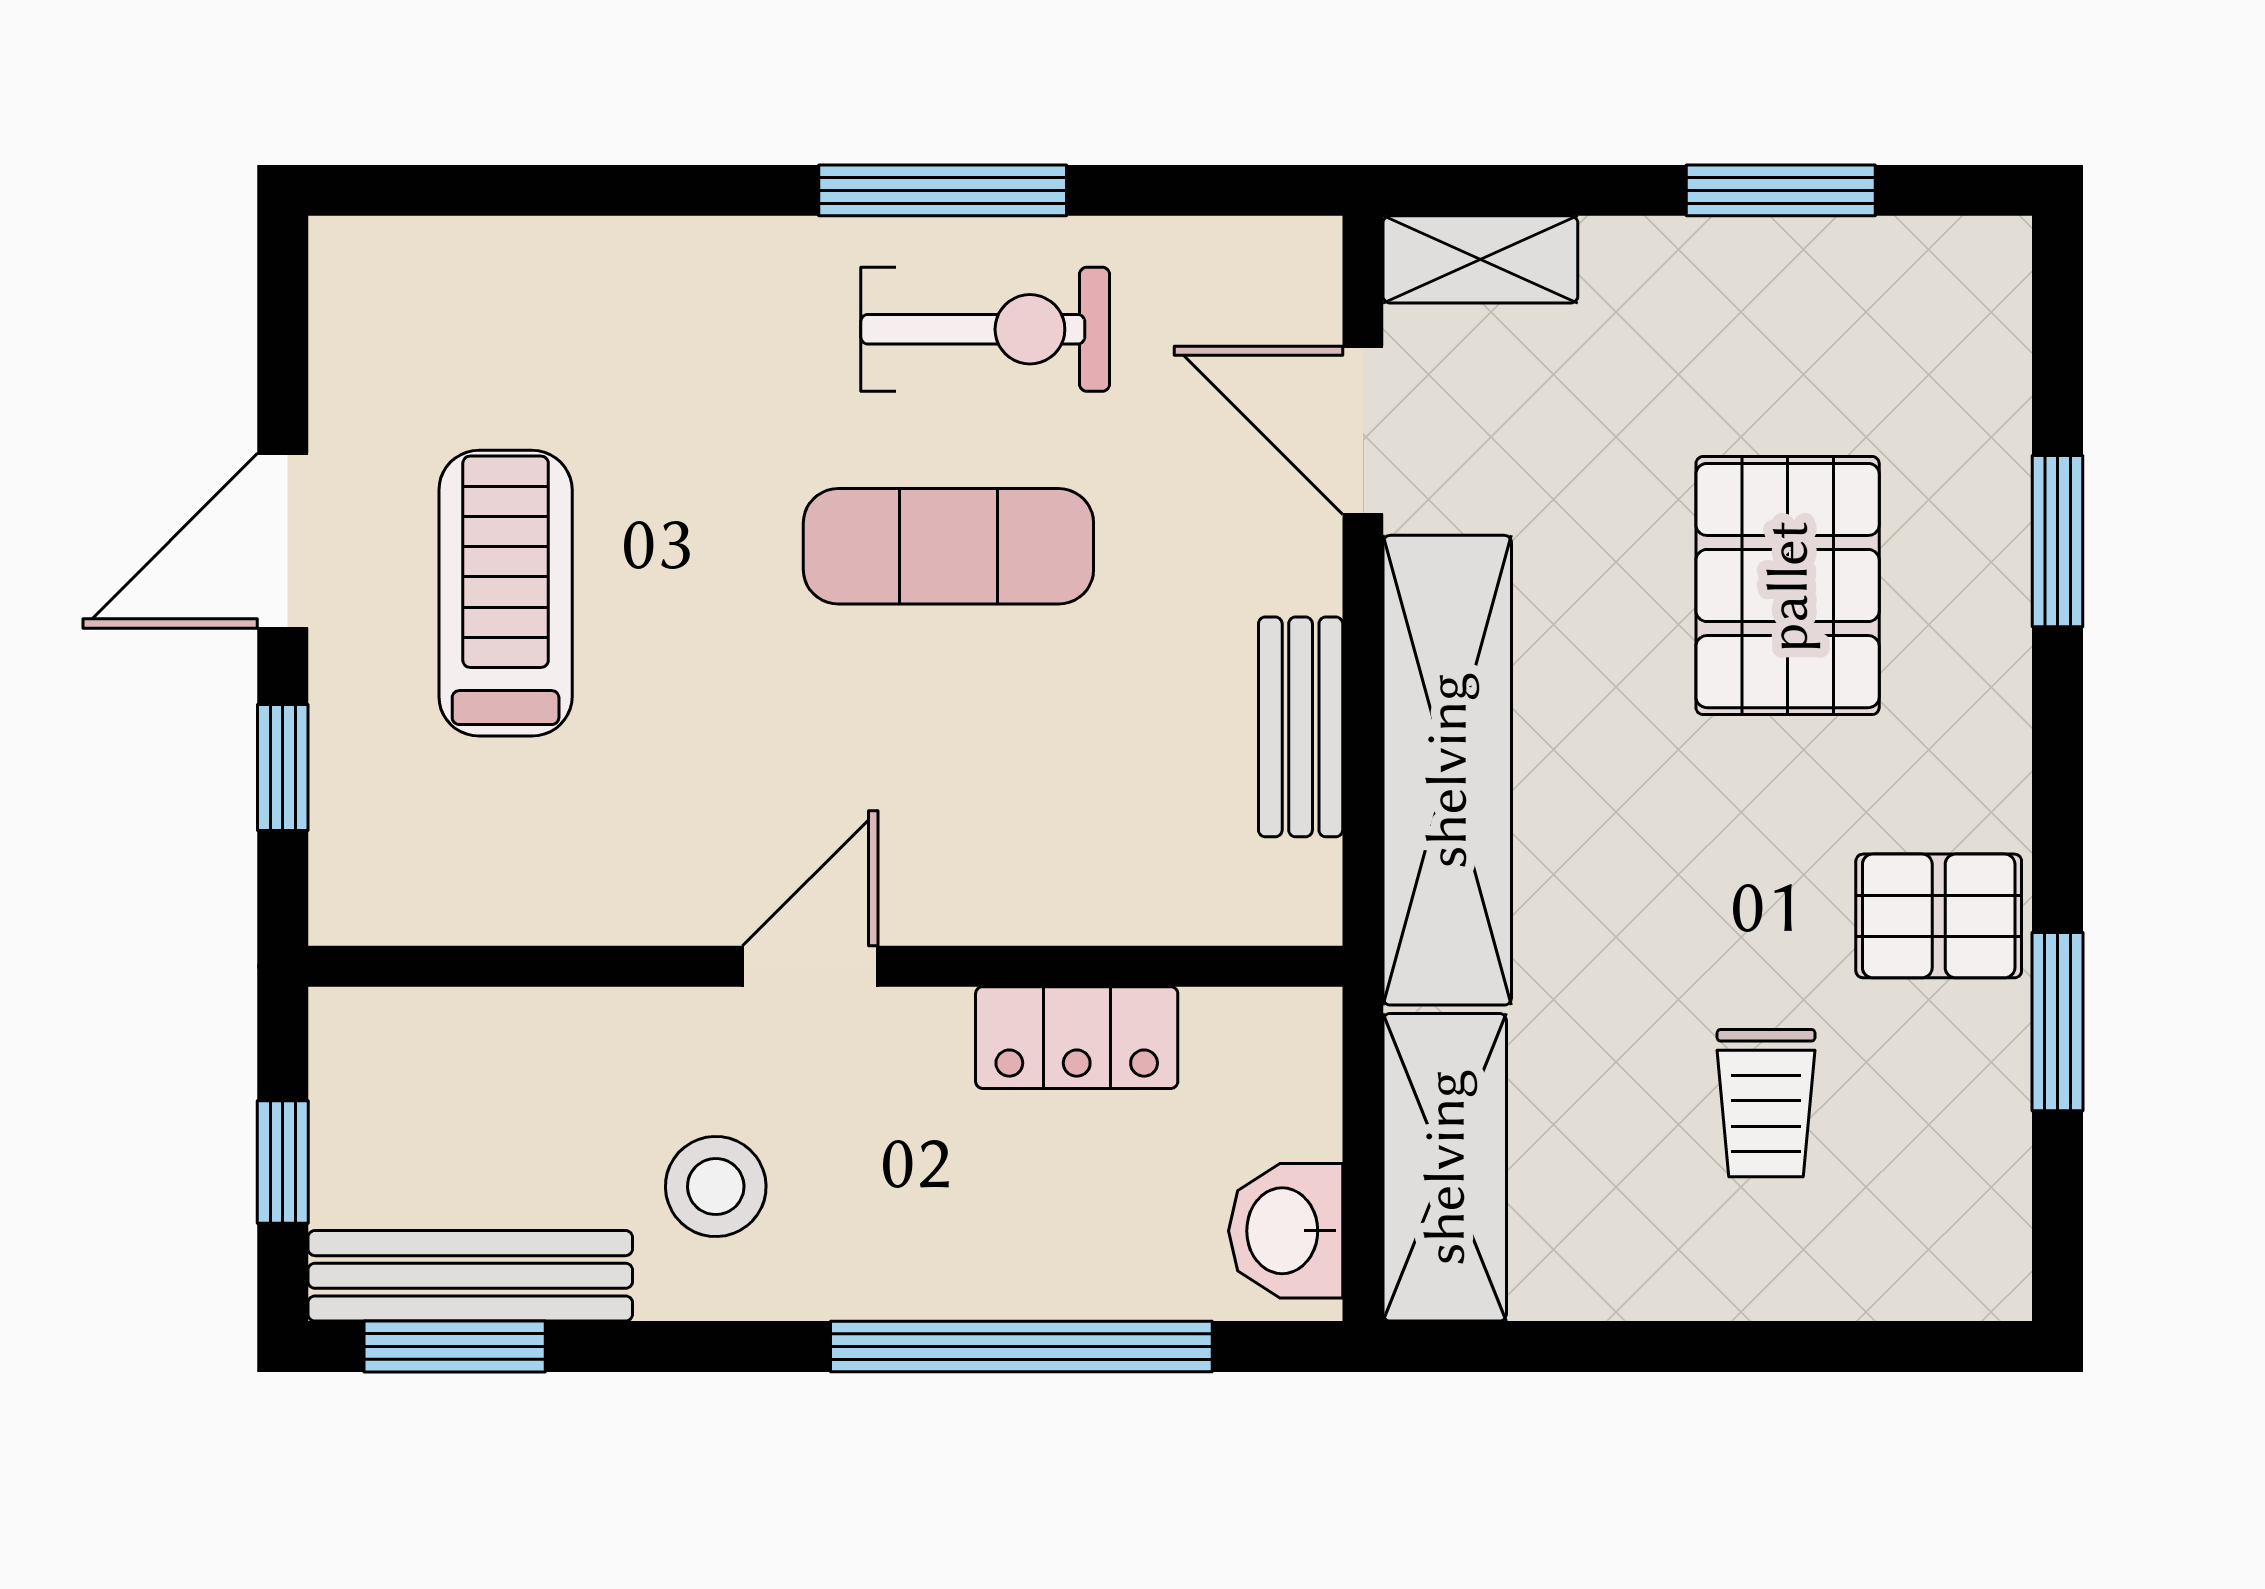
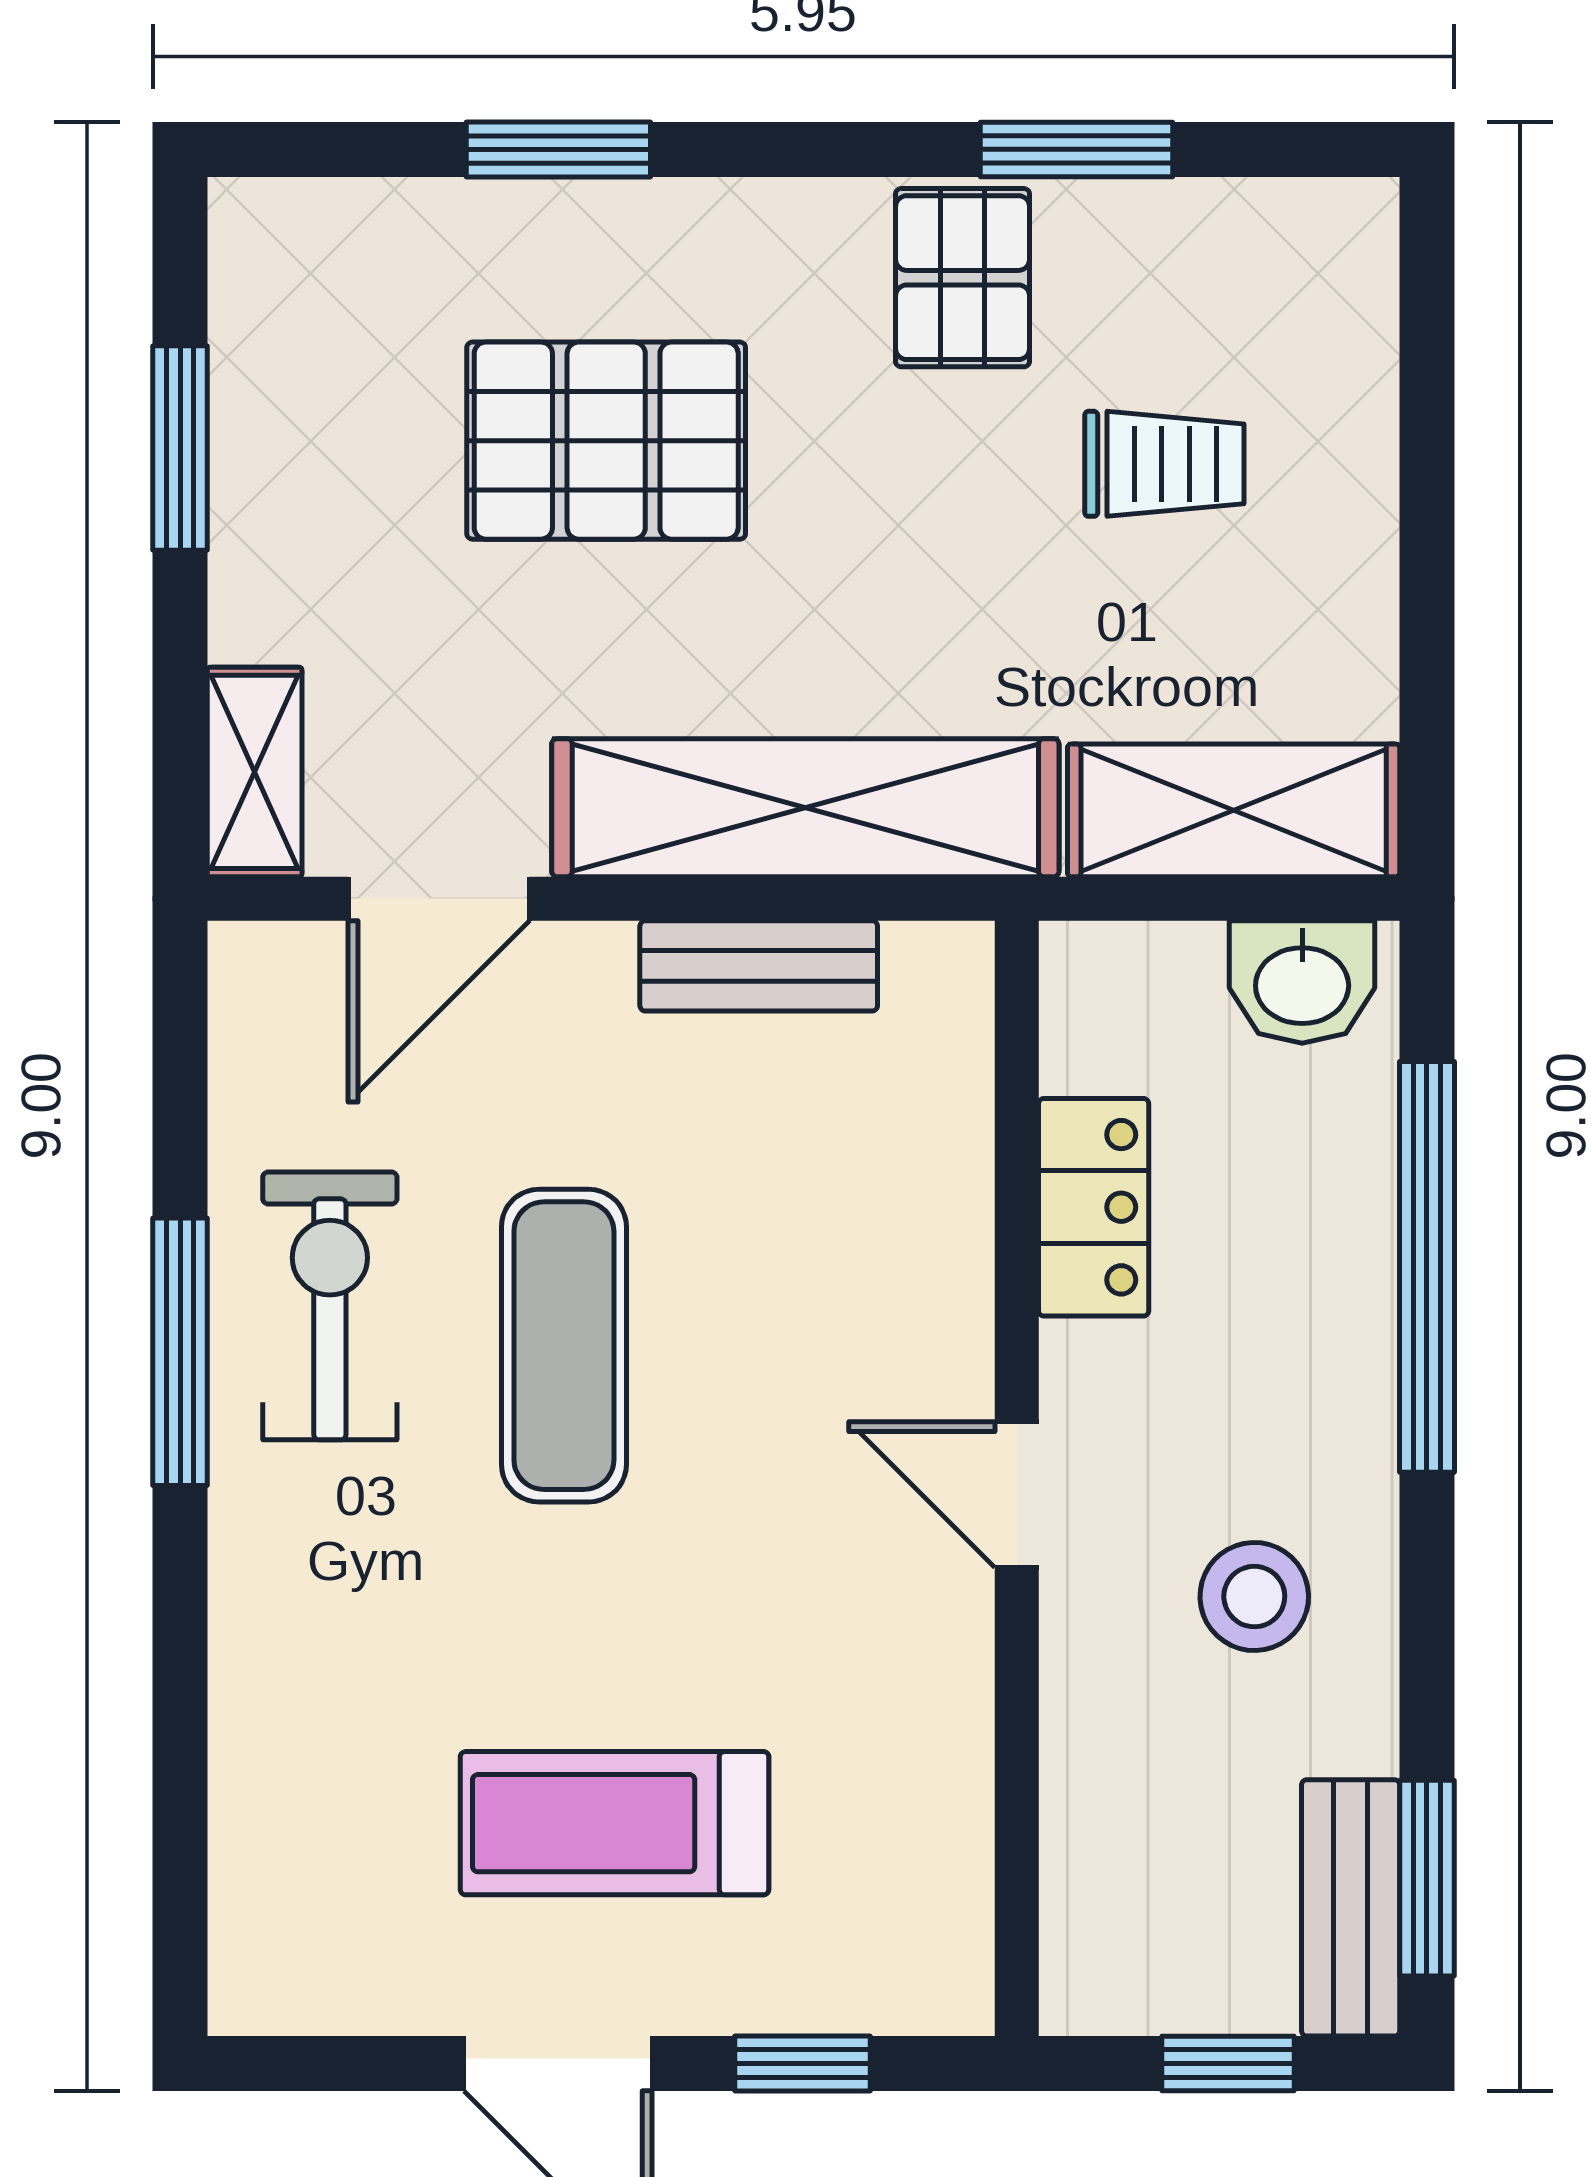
bench: (470, 1276) -> (1351, 1908), width x0.73

